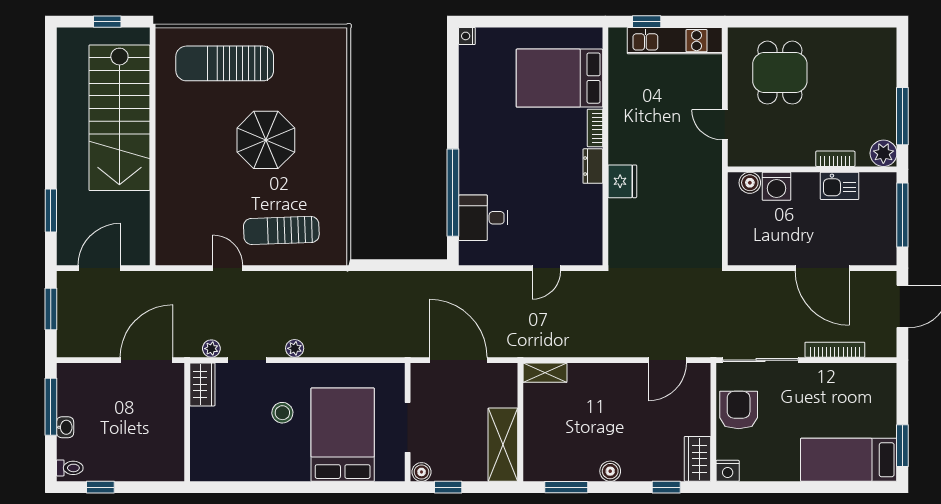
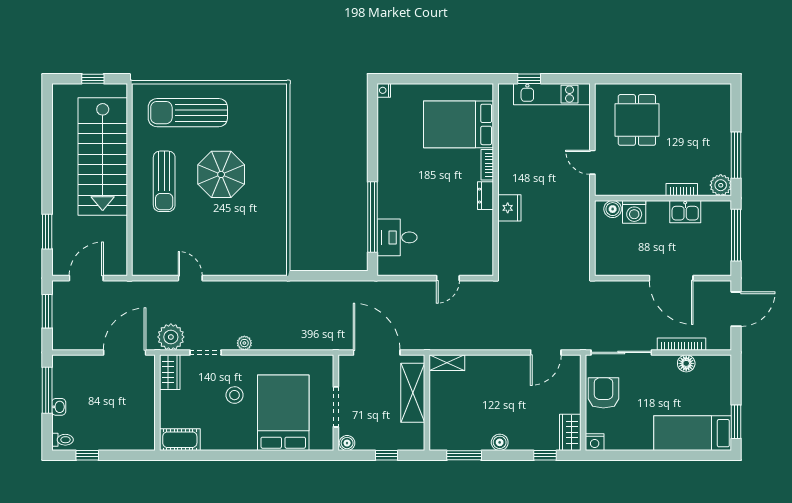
sun lounger: (281, 230) -> (164, 181), moved, turned -88
plant: (211, 349) -> (171, 337), width x1.88, depth x1.88
floor lamp: (841, 374) -> (686, 363), added
shelving: (503, 445) -> (413, 393), moved
cot: (215, 468) -> (180, 440), added
window: (448, 487) -> (386, 455), moved

